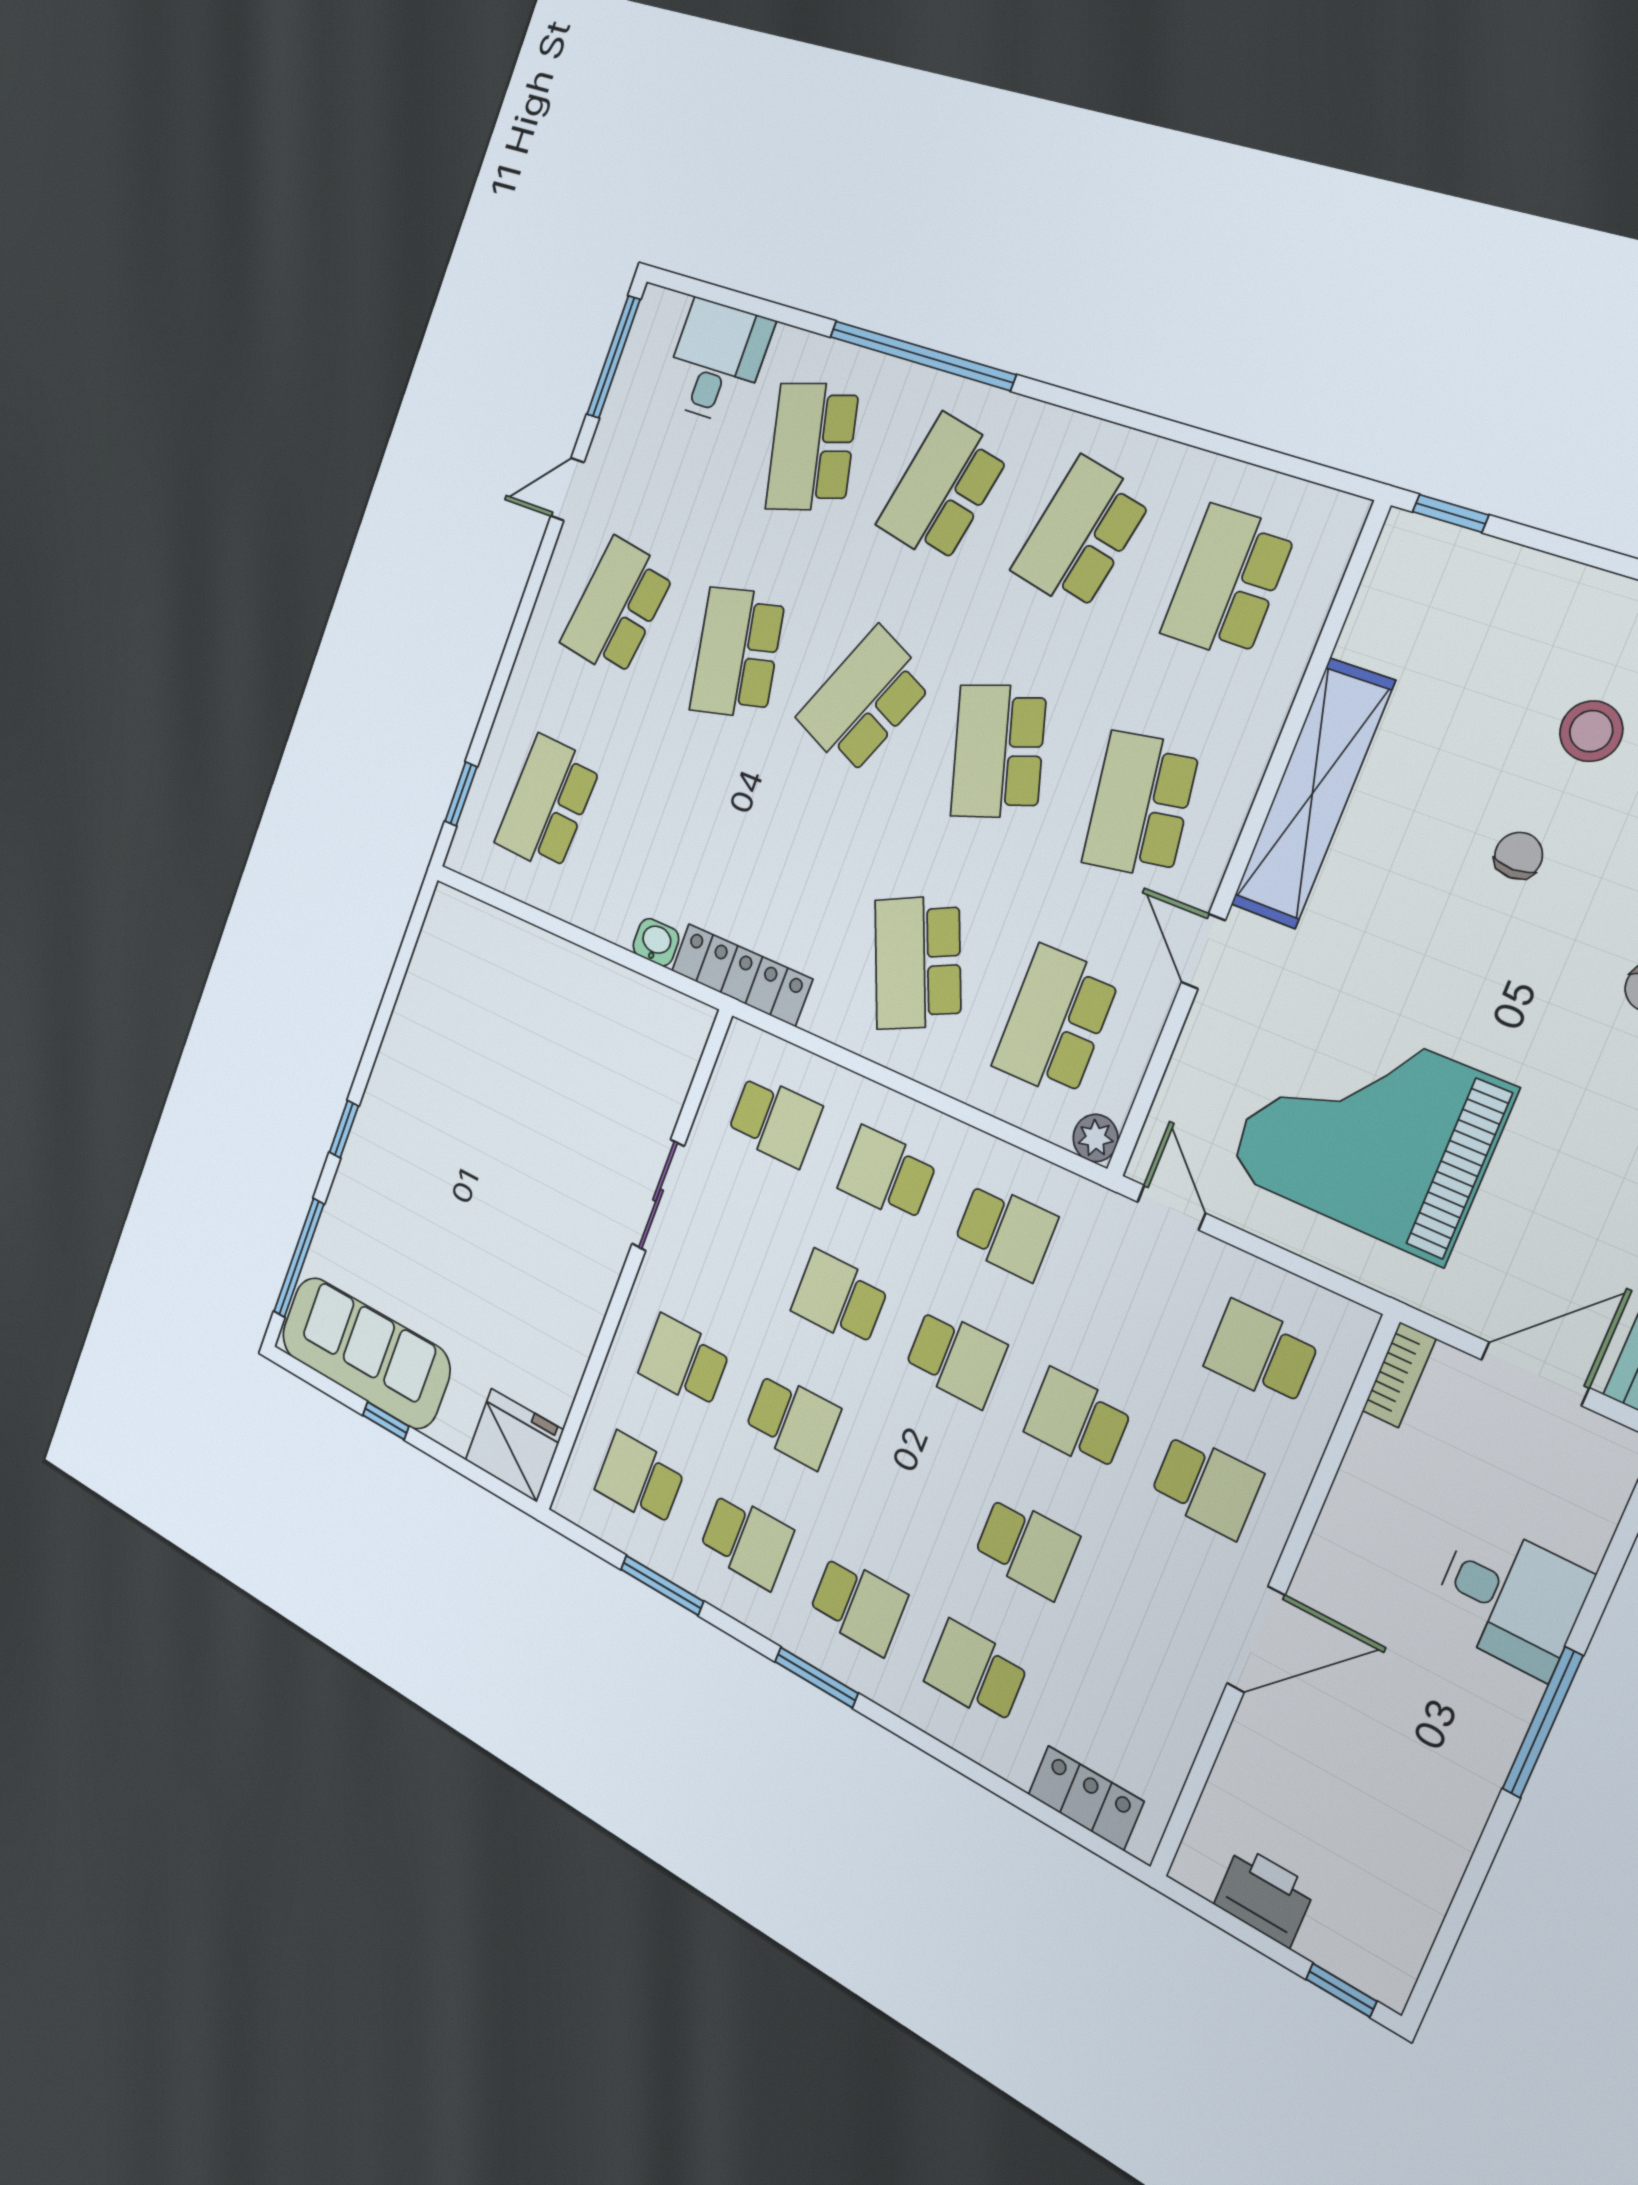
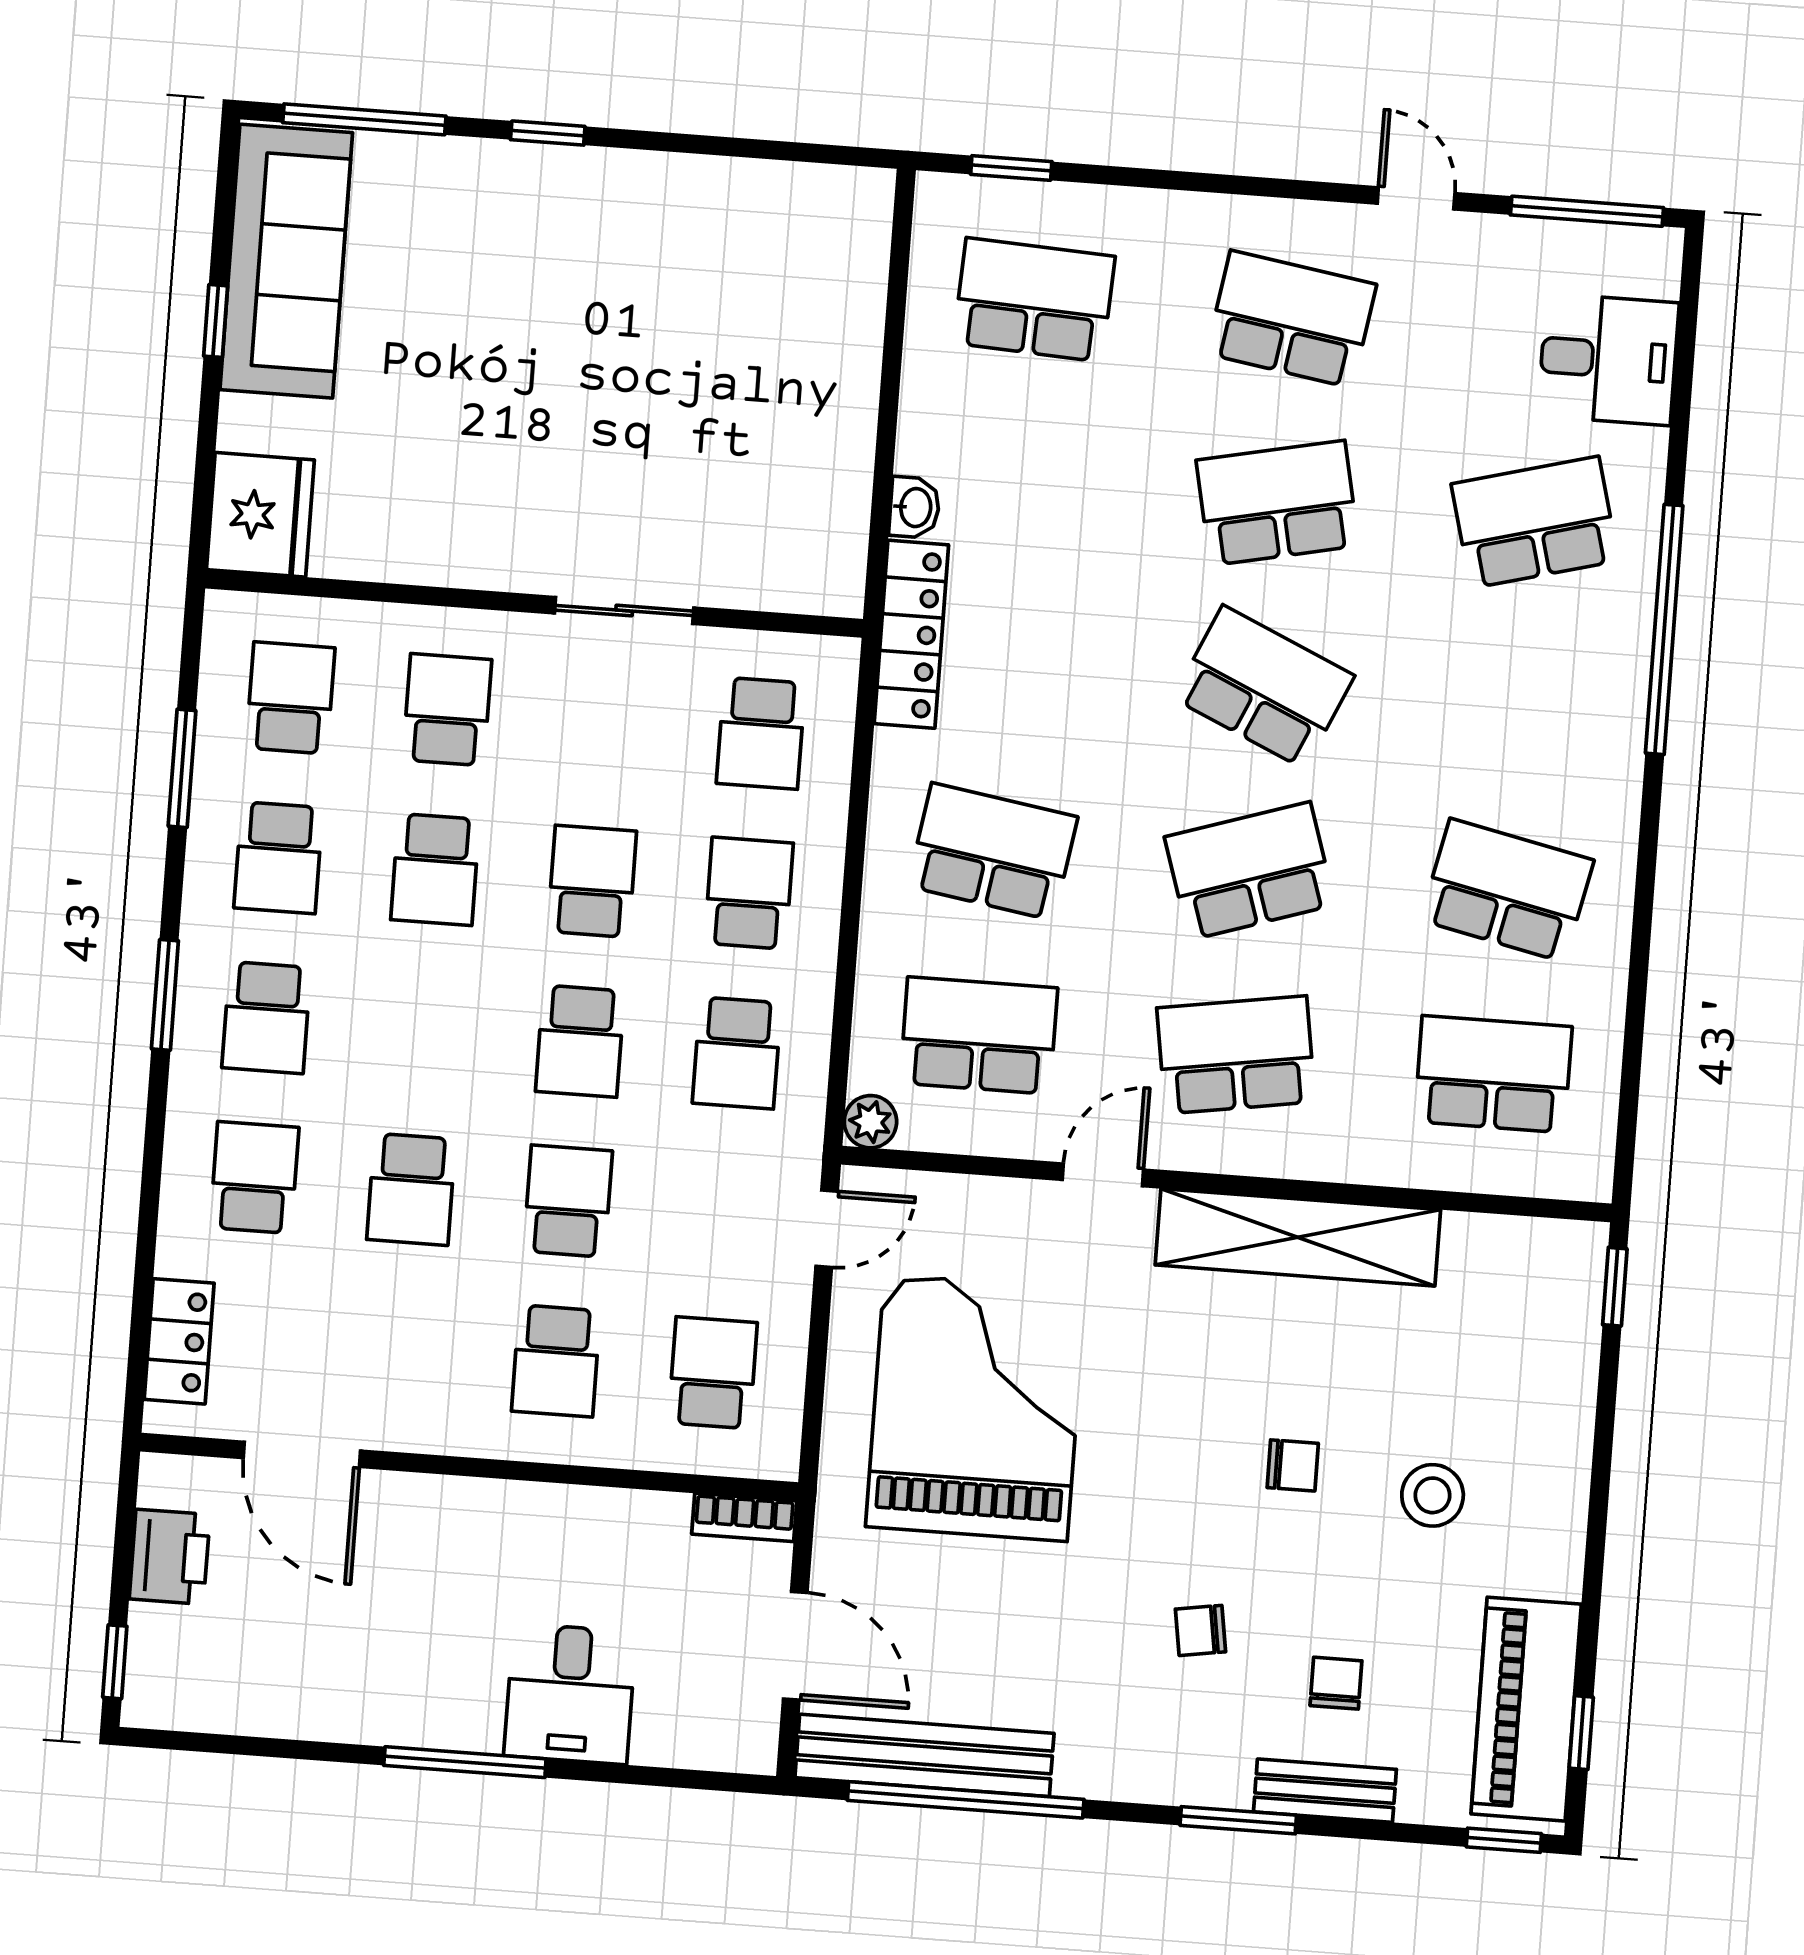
school desk: (943, 489) -> (1521, 706), removed
school desk: (918, 962) -> (993, 852), turned 33
door: (1256, 1639) -> (302, 1454), moved

